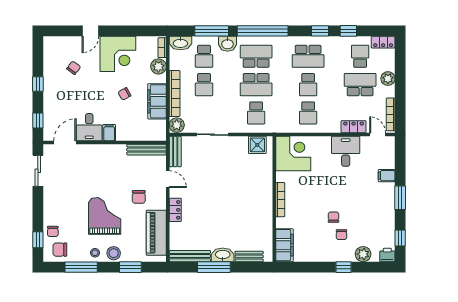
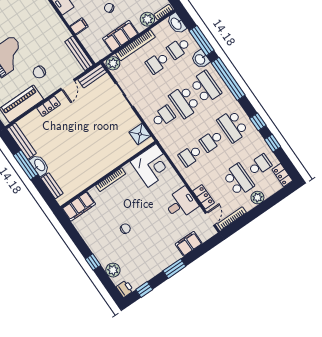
school desk: (256, 113) -> (163, 116), turned 180
filing cabinet: (109, 133) -> (79, 26), moved
filing cabinet: (387, 176) -> (189, 244), width x2.00
chair: (341, 235) -> (116, 244), removed

